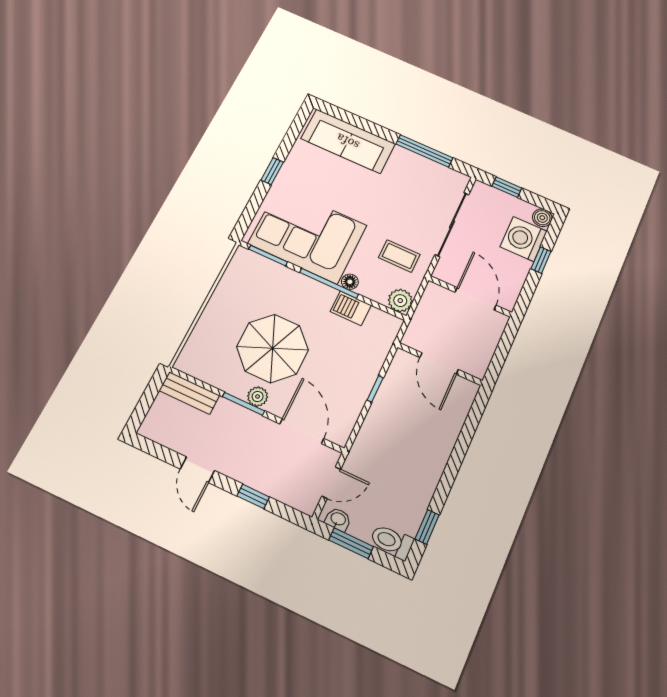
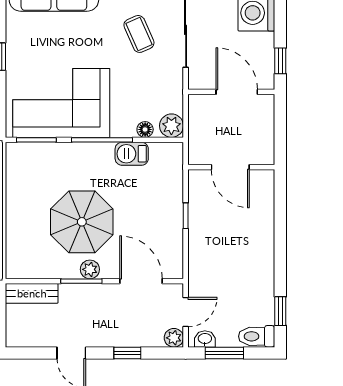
coffee table: (399, 256) -> (139, 34), moved, turned 66
window: (541, 260) -> (280, 61), moved
floor lamp: (350, 282) -> (145, 129), moved
plant: (307, 503) -> (174, 338), added

